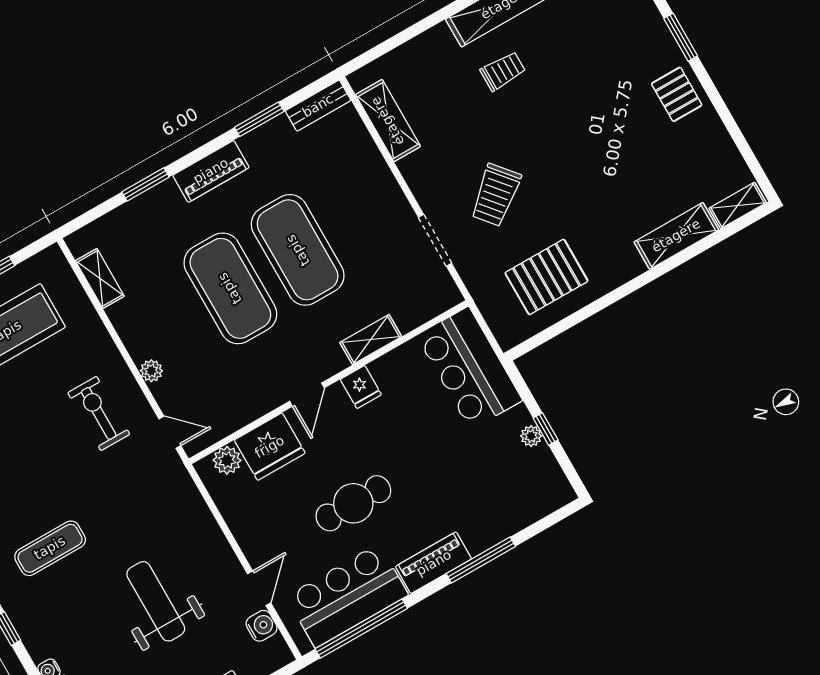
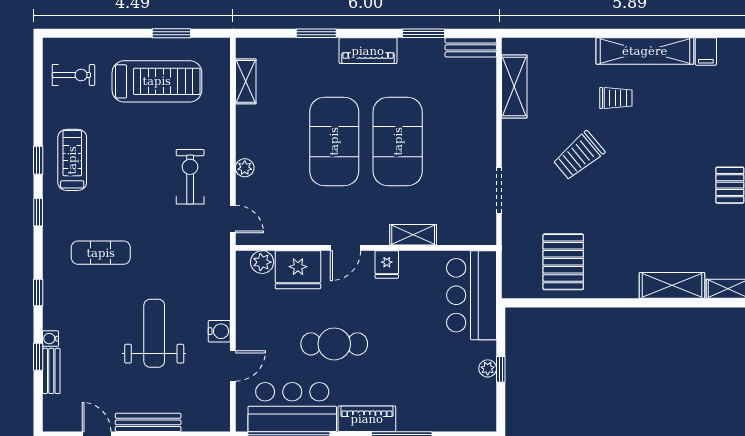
trolley: (496, 195) -> (579, 156), moved
pallet: (546, 277) -> (563, 262), turned 90
water cooler: (262, 626) -> (219, 331), moved

